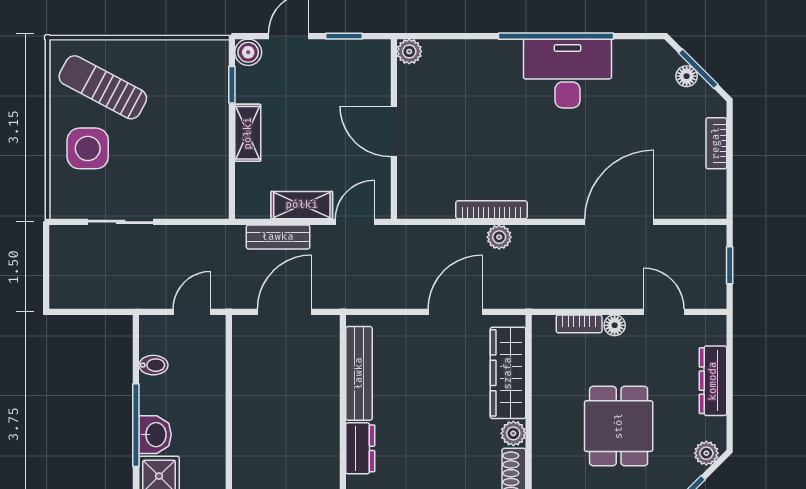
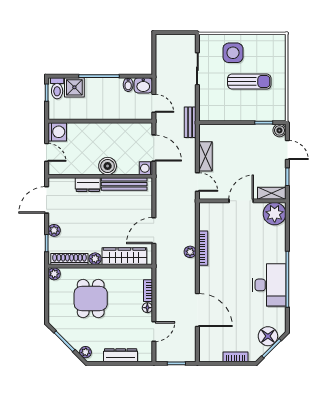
plant: (409, 51) -> (275, 214), width x1.88, depth x1.88
floor lamp: (687, 76) -> (268, 336), width x1.89, depth x1.89
sun lounger: (103, 87) -> (249, 82), moved, turned 62
shelving: (248, 133) -> (271, 193), moved
bench: (278, 237) -> (190, 122), moved
door: (455, 312) -> (154, 231), swing flipped
washing machine: (326, 328) -> (146, 168), added
boiler: (322, 408) -> (108, 166), added
dining table: (619, 426) -> (91, 298), moved, turned 90
washbasin: (155, 435) -> (143, 85), moved

